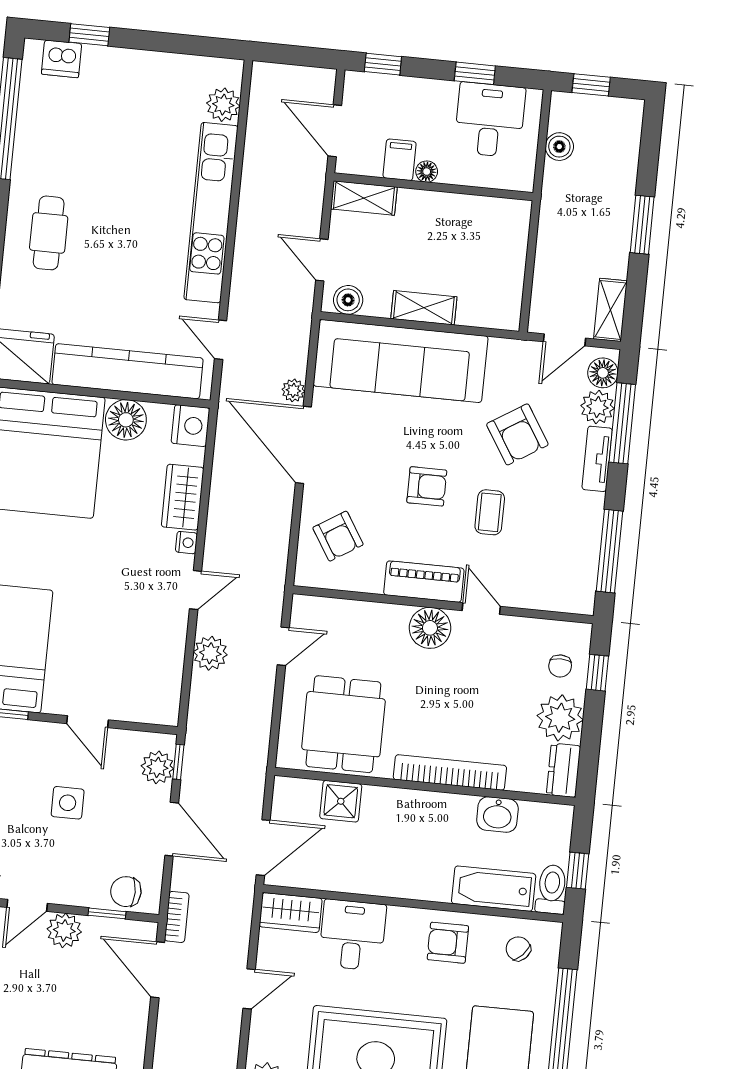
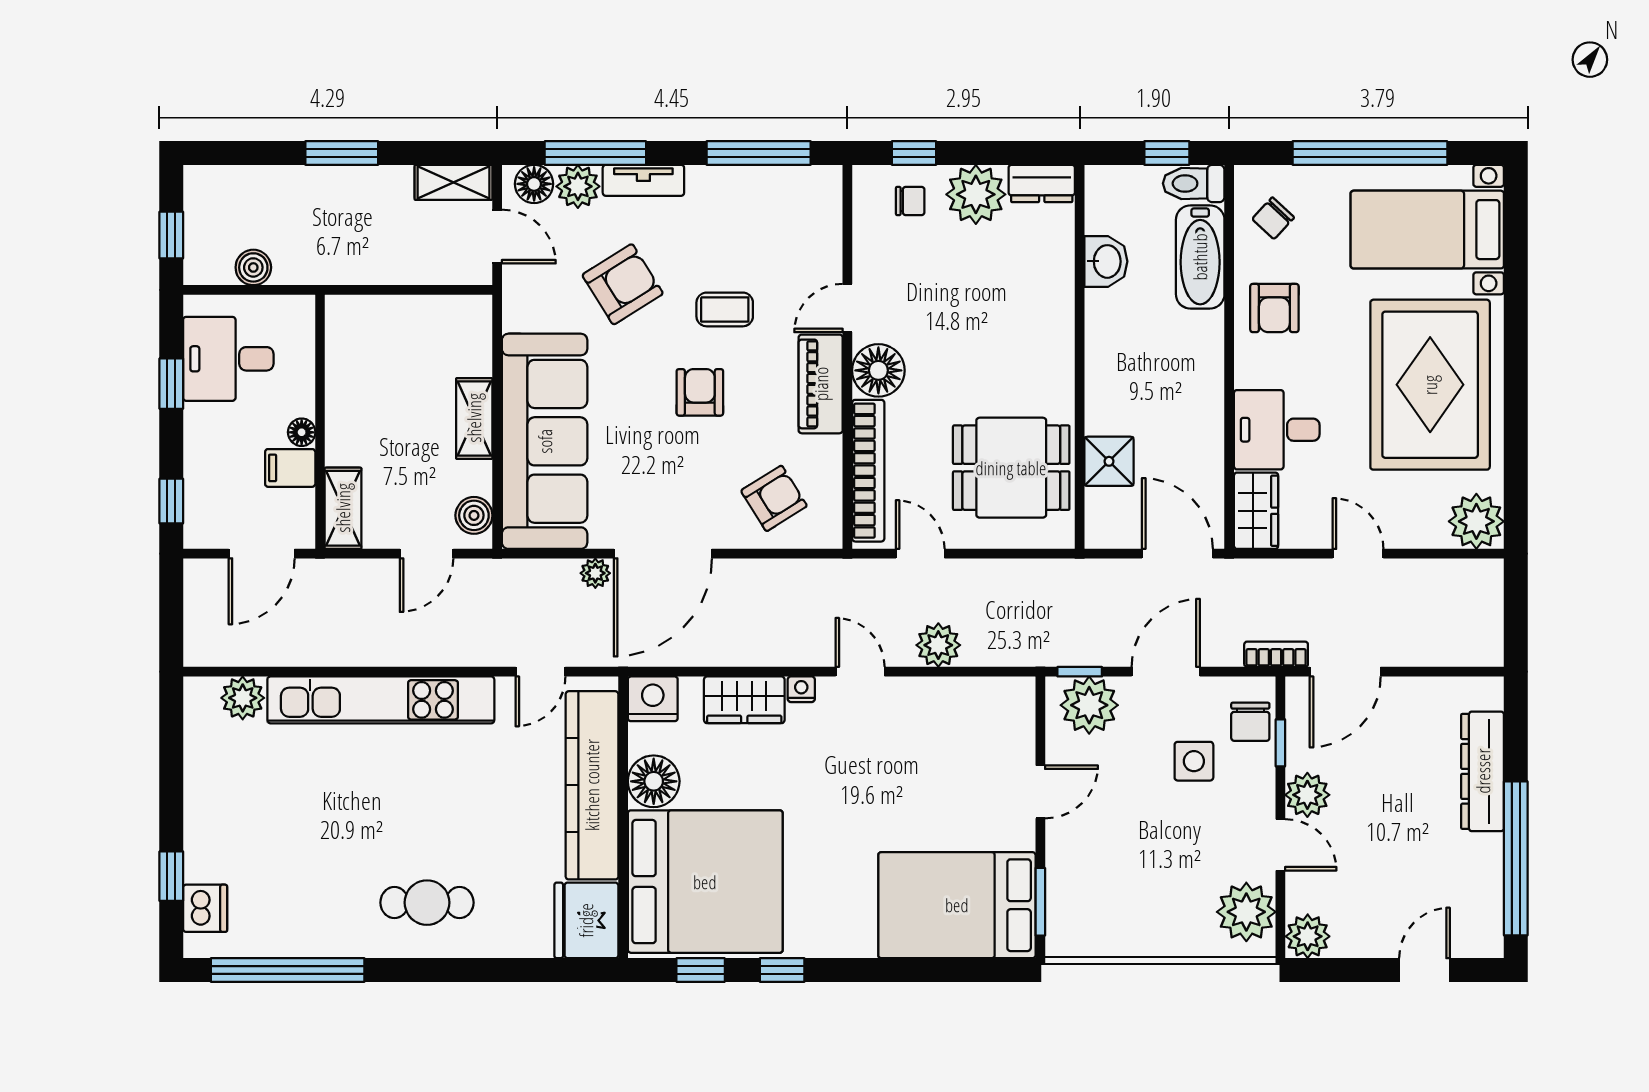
plant: (157, 767) -> (1089, 705), width x1.36, depth x1.36
bookcase: (450, 772) -> (868, 471), moved, turned 180
side table: (68, 803) -> (1194, 761), moved

